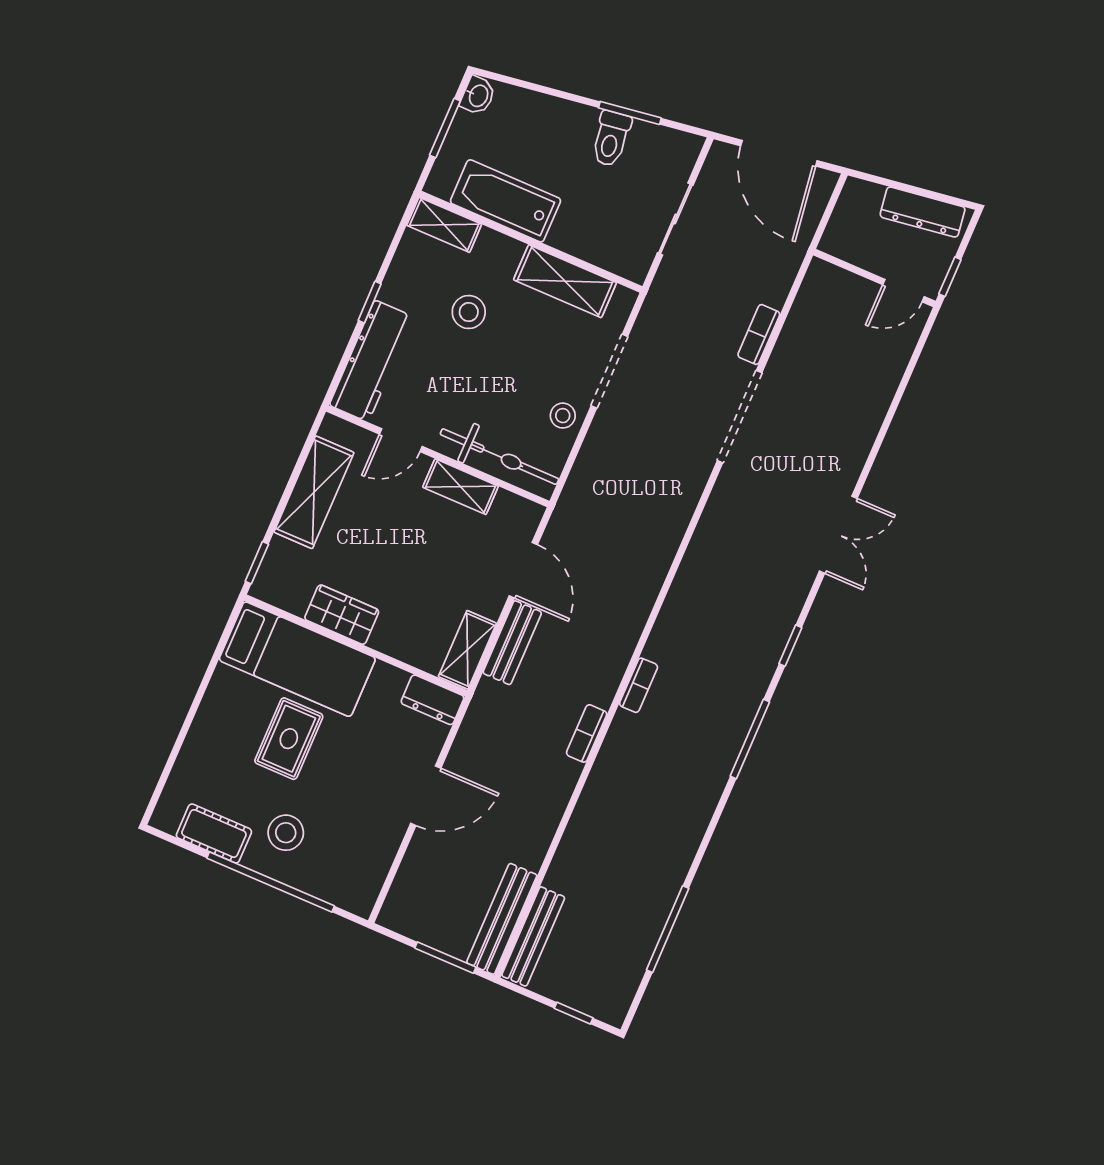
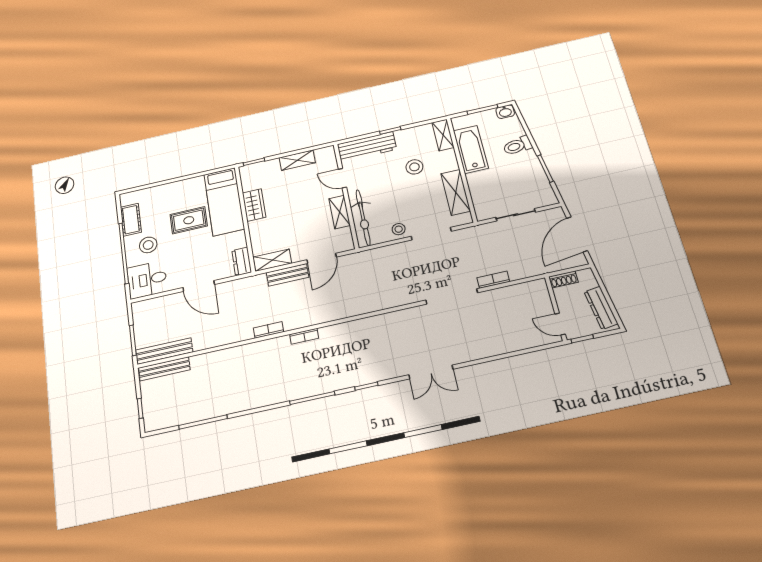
toilet: (611, 139) -> (517, 146), moved
shoe rack: (837, 231) -> (563, 279), added
shelving: (314, 492) -> (297, 160), width x0.67, depth x0.75
desk: (351, 872) -> (147, 280), added

